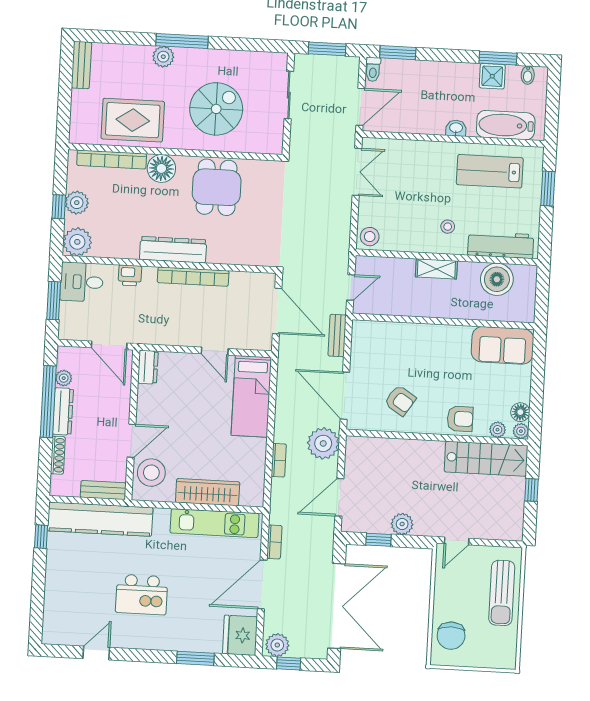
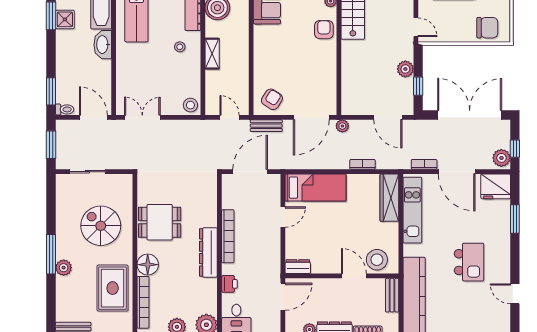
washbasin: (456, 128) -> (103, 45), width x1.91, depth x1.45
armchair: (400, 400) -> (272, 99), moved
plant: (323, 443) -> (342, 126), width x0.53, depth x0.53
wardrobe: (208, 492) -> (389, 198), moved

